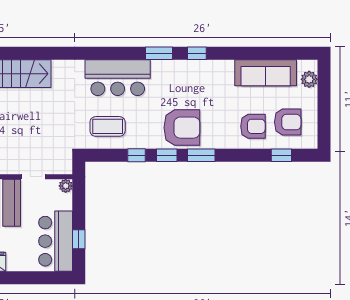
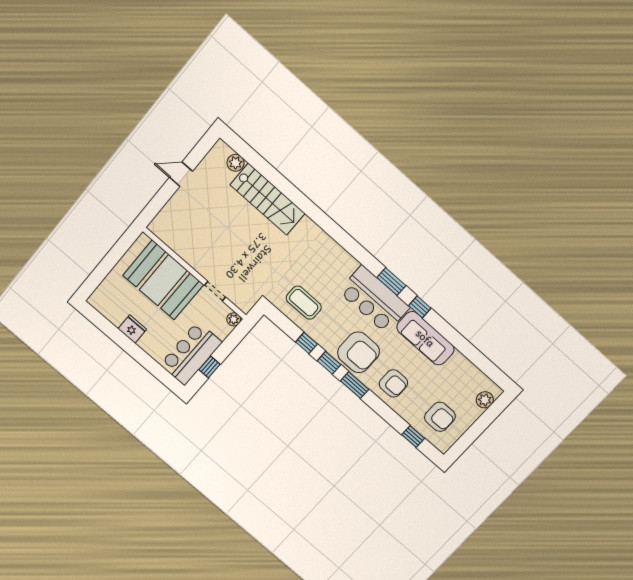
sofa: (266, 73) -> (425, 338), moved
bar counter: (118, 78) -> (374, 299), moved
armchair: (253, 126) -> (393, 383), moved

